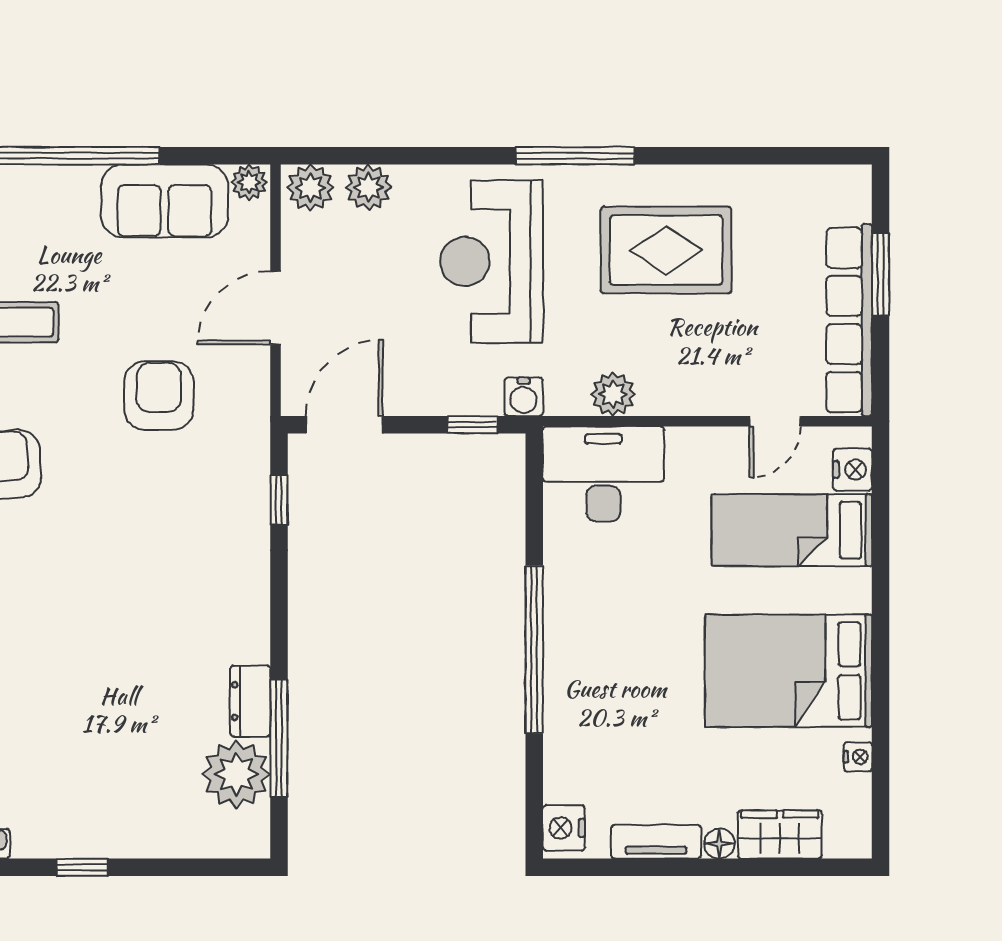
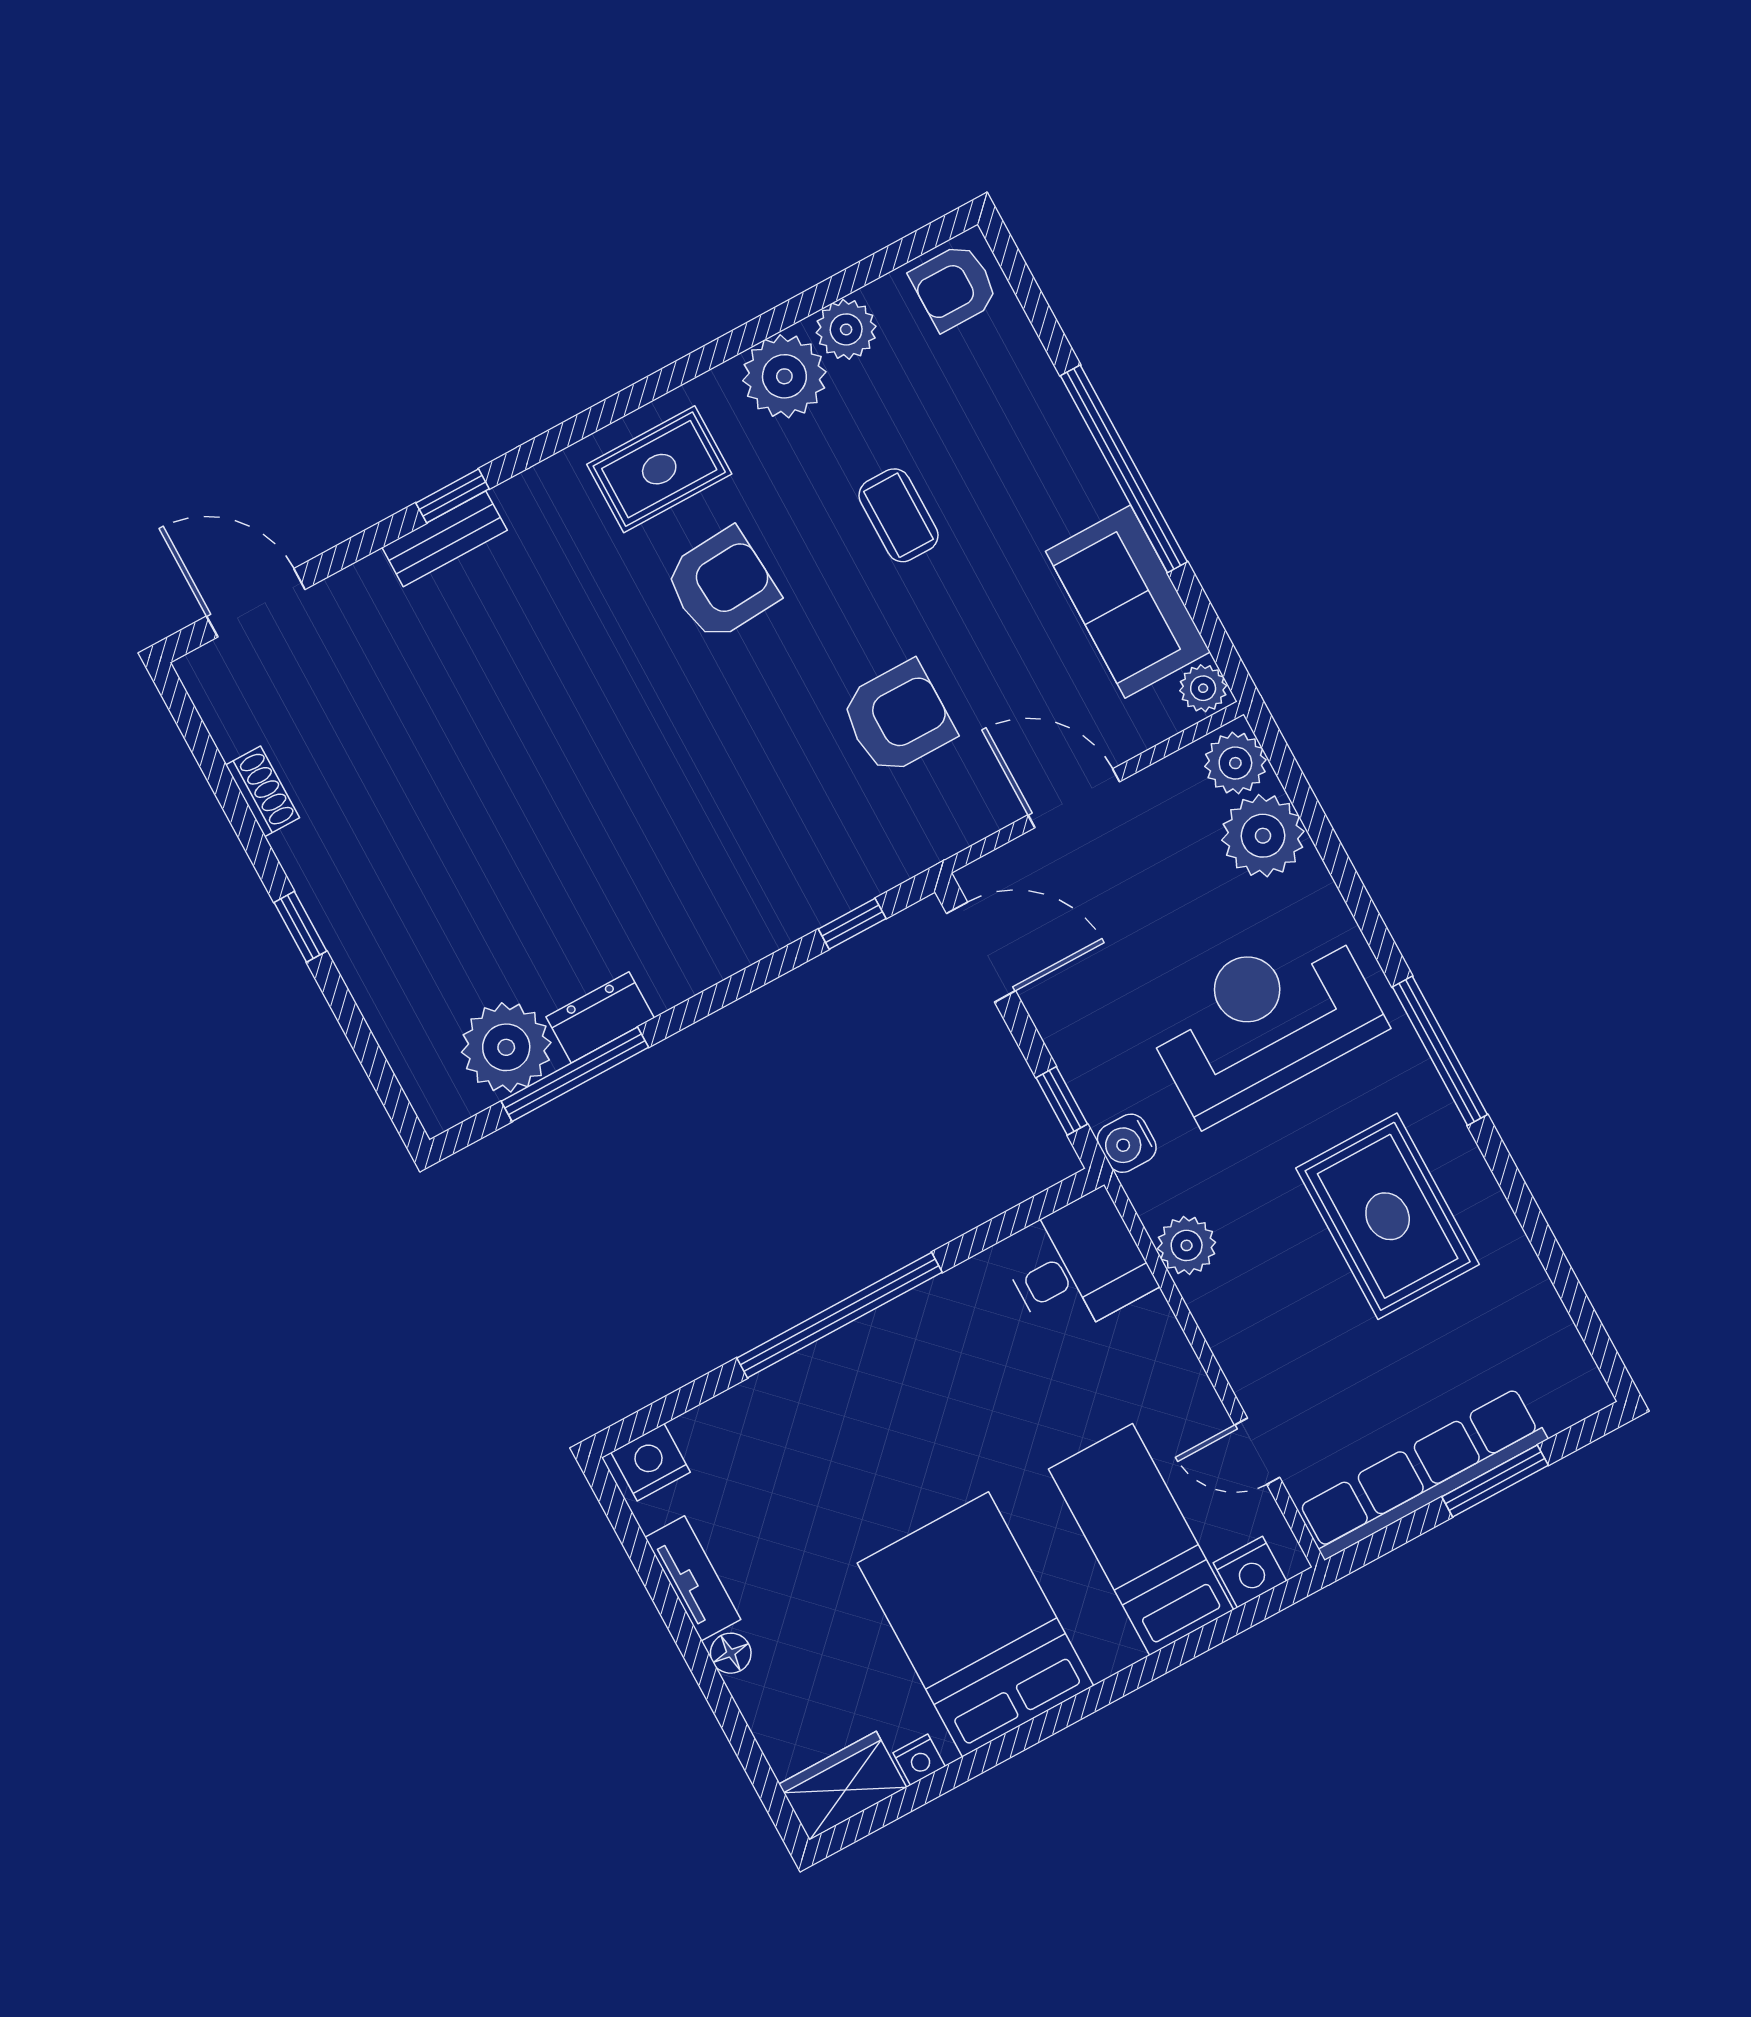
plant: (369, 187) -> (1263, 836), width x1.36, depth x1.36
desk: (603, 474) -> (1077, 1266), width x0.73
wardrobe: (780, 834) -> (843, 1786), moved, turned -90

